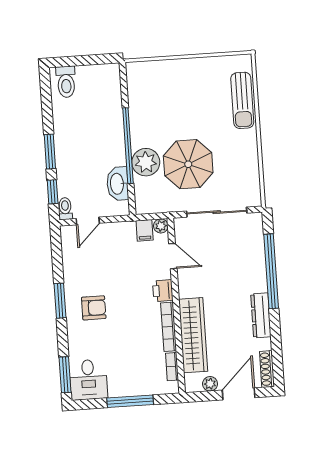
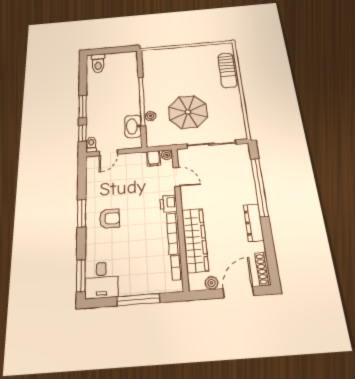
plant: (146, 162) -> (150, 116), width x0.53, depth x0.53

